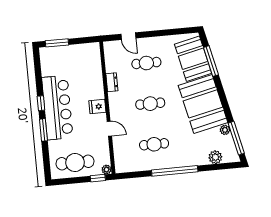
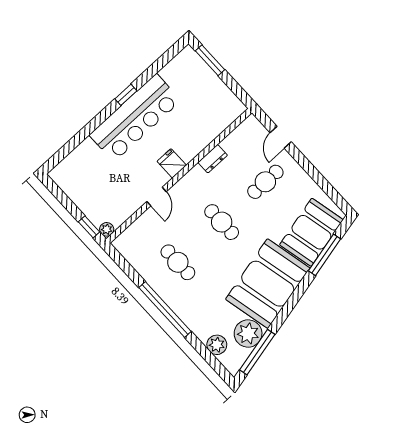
cafe table: (146, 63) -> (265, 182), turned 90
window: (43, 130) -> (97, 121), removed
plant: (225, 130) -> (248, 334), width x1.87, depth x1.87
cafe table: (75, 163) -> (87, 187), removed

